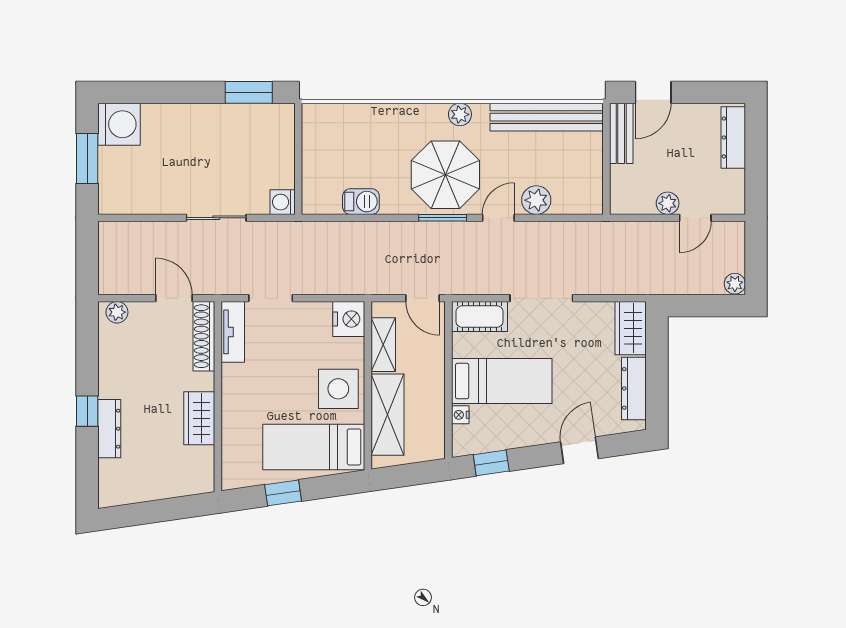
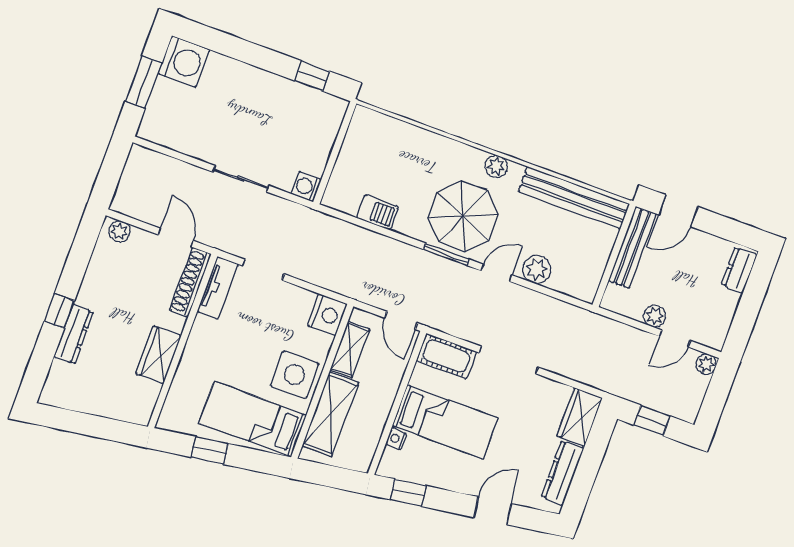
window: (249, 92) -> (312, 76), width x0.67
bench: (621, 133) -> (632, 247), width x1.36
dresser: (733, 137) -> (739, 270), width x0.70
plant: (735, 284) -> (706, 364), moved
window: (702, 306) -> (652, 420), added

